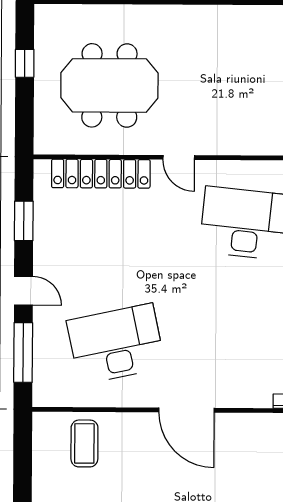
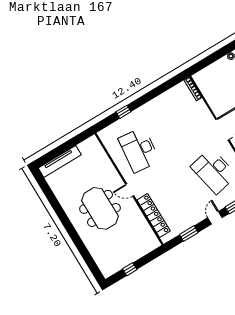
meeting table: (109, 85) -> (100, 208), moved
door: (179, 157) -> (130, 190), swing flipped

